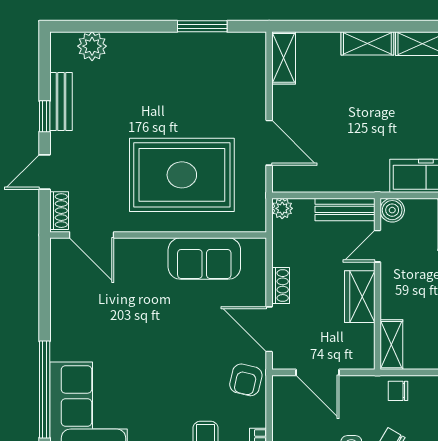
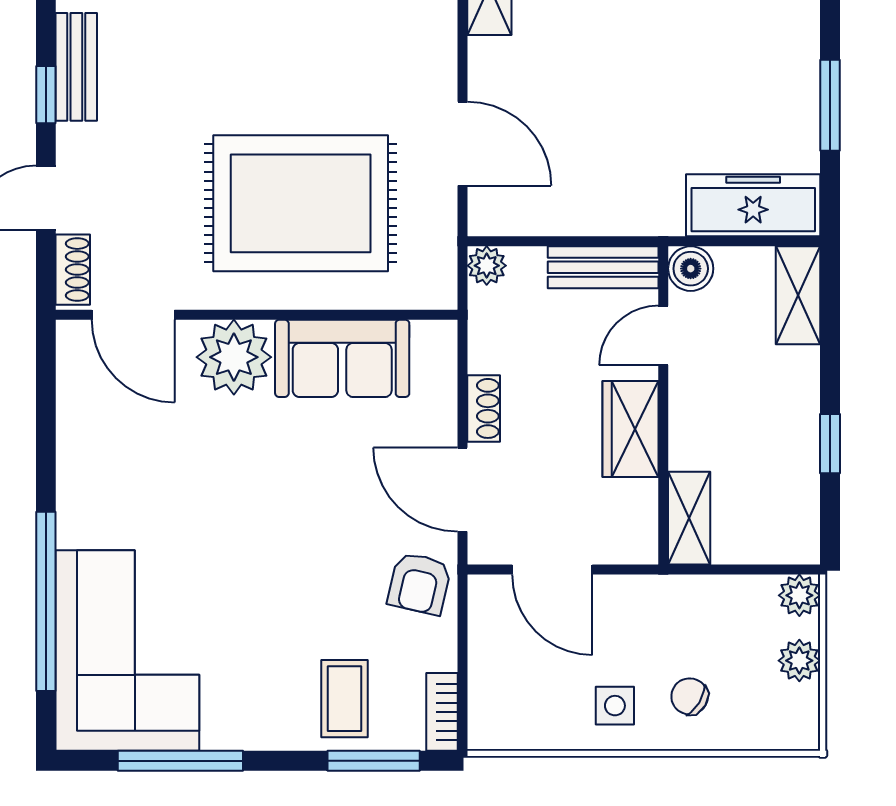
plant: (146, 258) -> (234, 357), added
chair: (398, 391) -> (701, 604), removed

